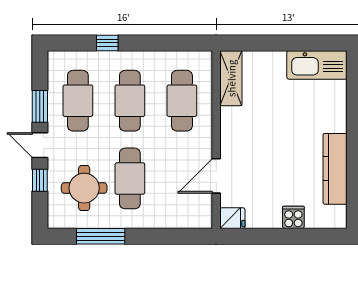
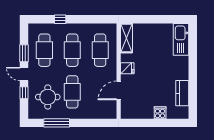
kitchen sink: (317, 65) -> (181, 39), moved, turned 90
kitchen counter: (335, 169) -> (182, 93), width x0.67
fridge: (232, 218) -> (127, 68), moved

